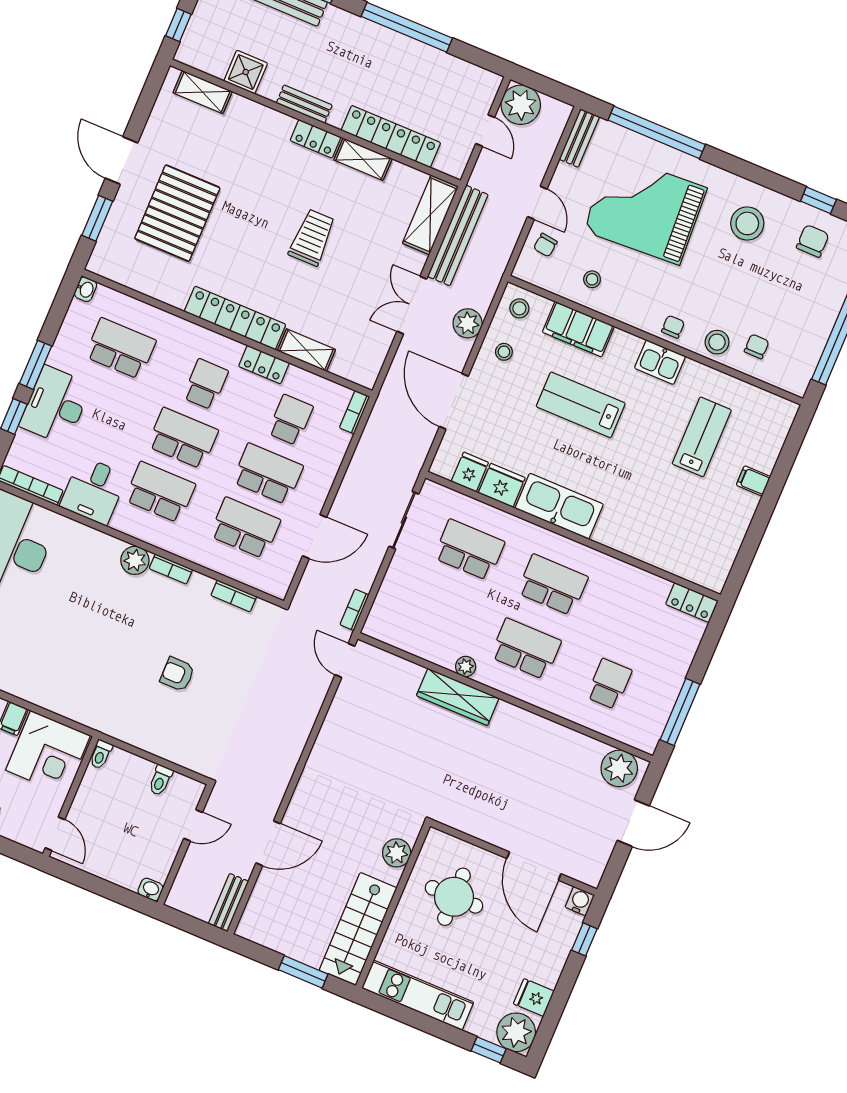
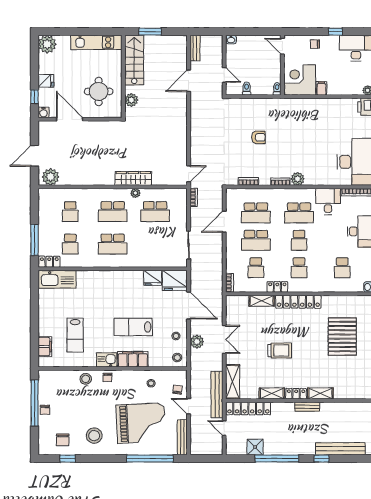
shower: (246, 72) -> (255, 447), moved
shelving: (203, 92) -> (320, 393), moved
plant: (521, 105) -> (214, 446), removed
locker: (391, 136) -> (248, 408), moved
bench: (579, 138) -> (182, 437), width x1.36
bench: (458, 235) -> (217, 394), moved
trolley: (312, 238) -> (280, 350), turned -90
filing cabinet: (578, 329) -> (133, 359), moved
chair: (757, 346) -> (45, 410), moved
school desk: (121, 349) -> (342, 268), width x0.54
lab bench: (581, 405) -> (133, 327), turned 180
school desk: (183, 438) -> (299, 240), width x0.54
fridge: (470, 472) -> (175, 280), width x1.88, depth x1.34
filing cabinet: (753, 481) -> (45, 347), moved, width x2.00
kitchen sink: (559, 506) -> (57, 279), moved
school desk: (469, 550) -> (155, 212), moved
school desk: (636, 620) -> (70, 244), added
door: (345, 660) -> (189, 174), hinge flipped
window: (680, 712) -> (35, 240), moved
door: (193, 825) -> (224, 75), swing flipped
fridge: (534, 998) -> (46, 81), moved
window: (489, 1050) -> (56, 32), removed

